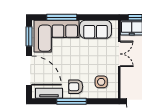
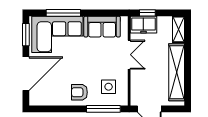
door: (29, 70) -> (26, 74), hinge flipped
tv unit: (49, 93) -> (49, 100), removed
window: (72, 101) -> (103, 109), moved

